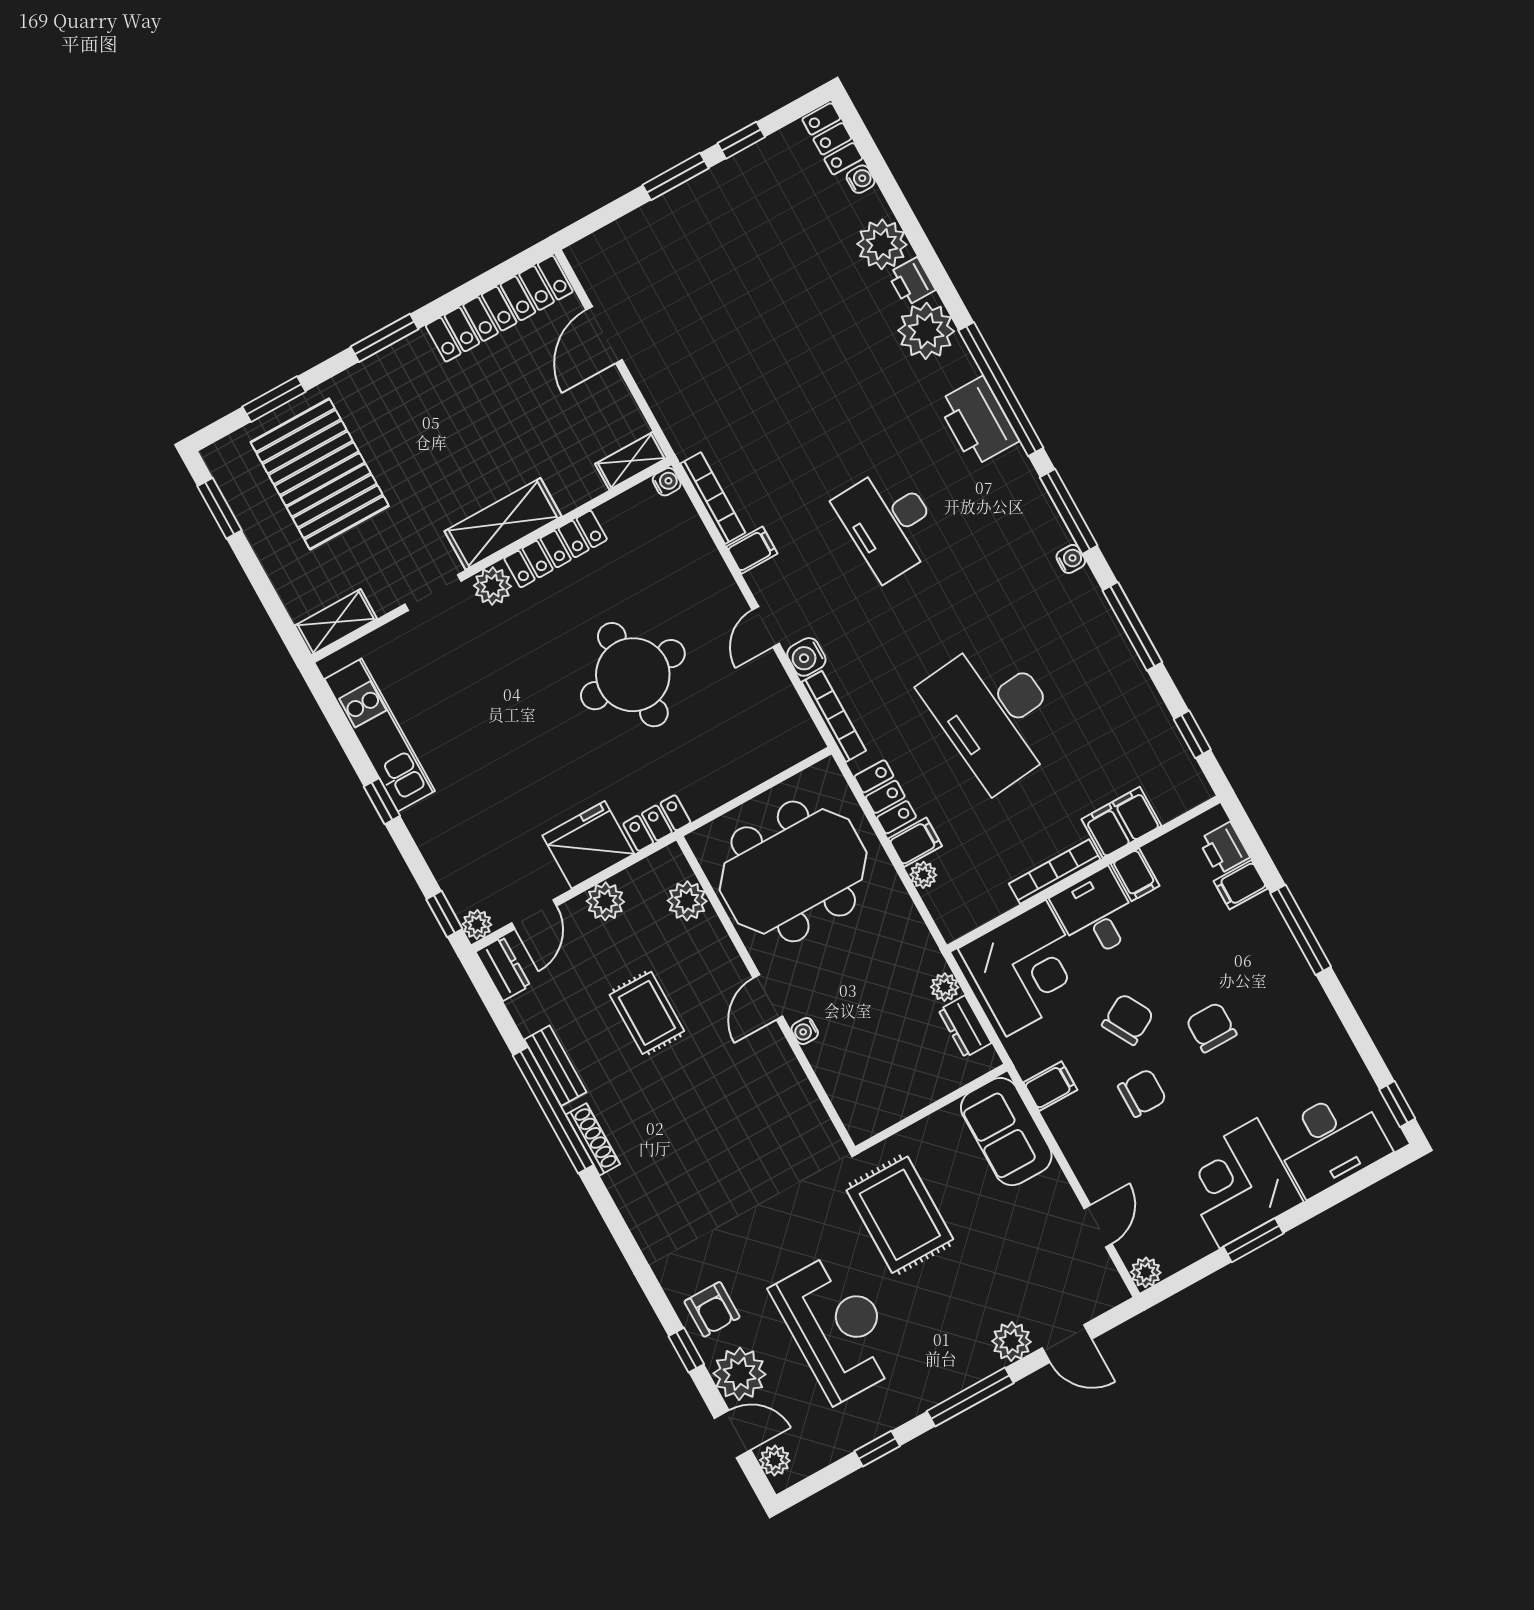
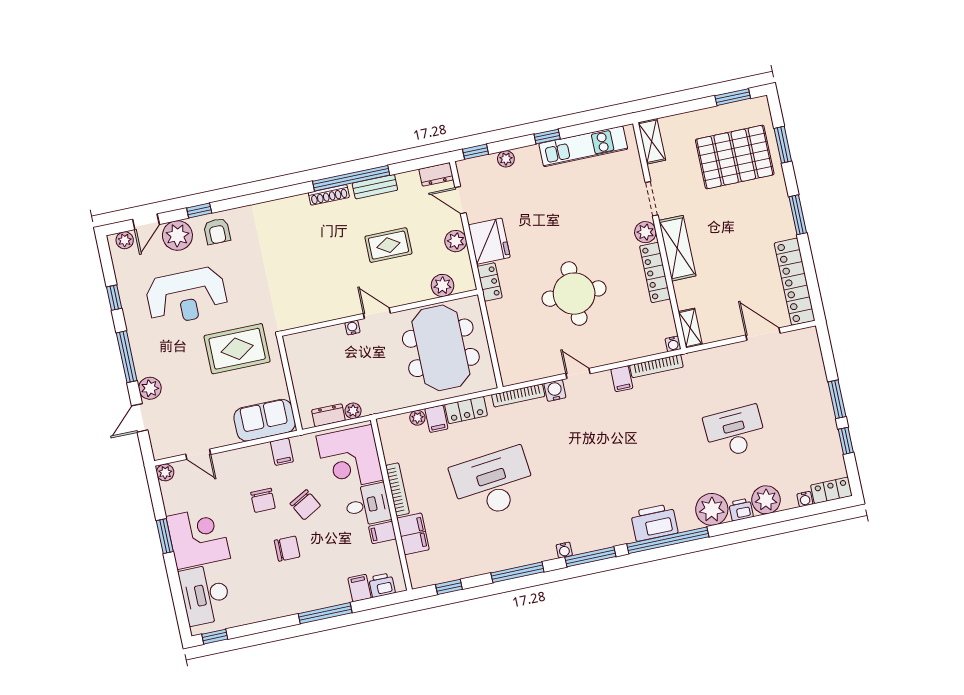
desk: (889, 523) -> (735, 432), moved
plant: (477, 924) -> (506, 159), moved
armchair: (712, 1309) -> (217, 231), turned -90

